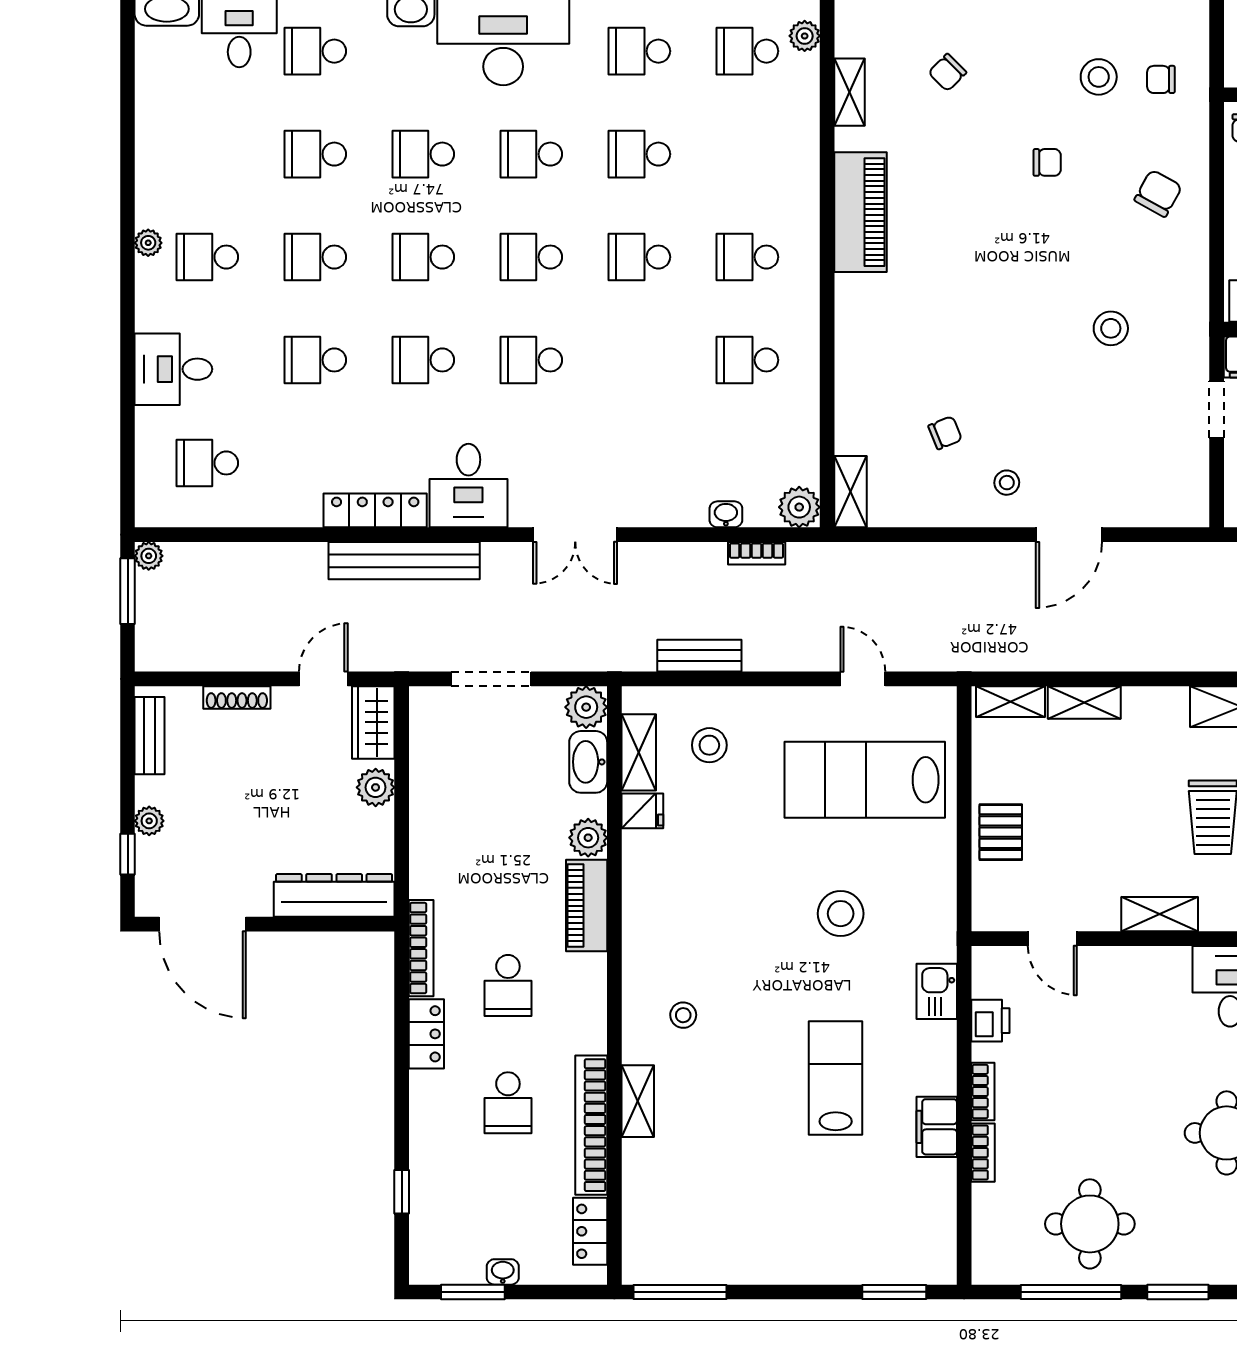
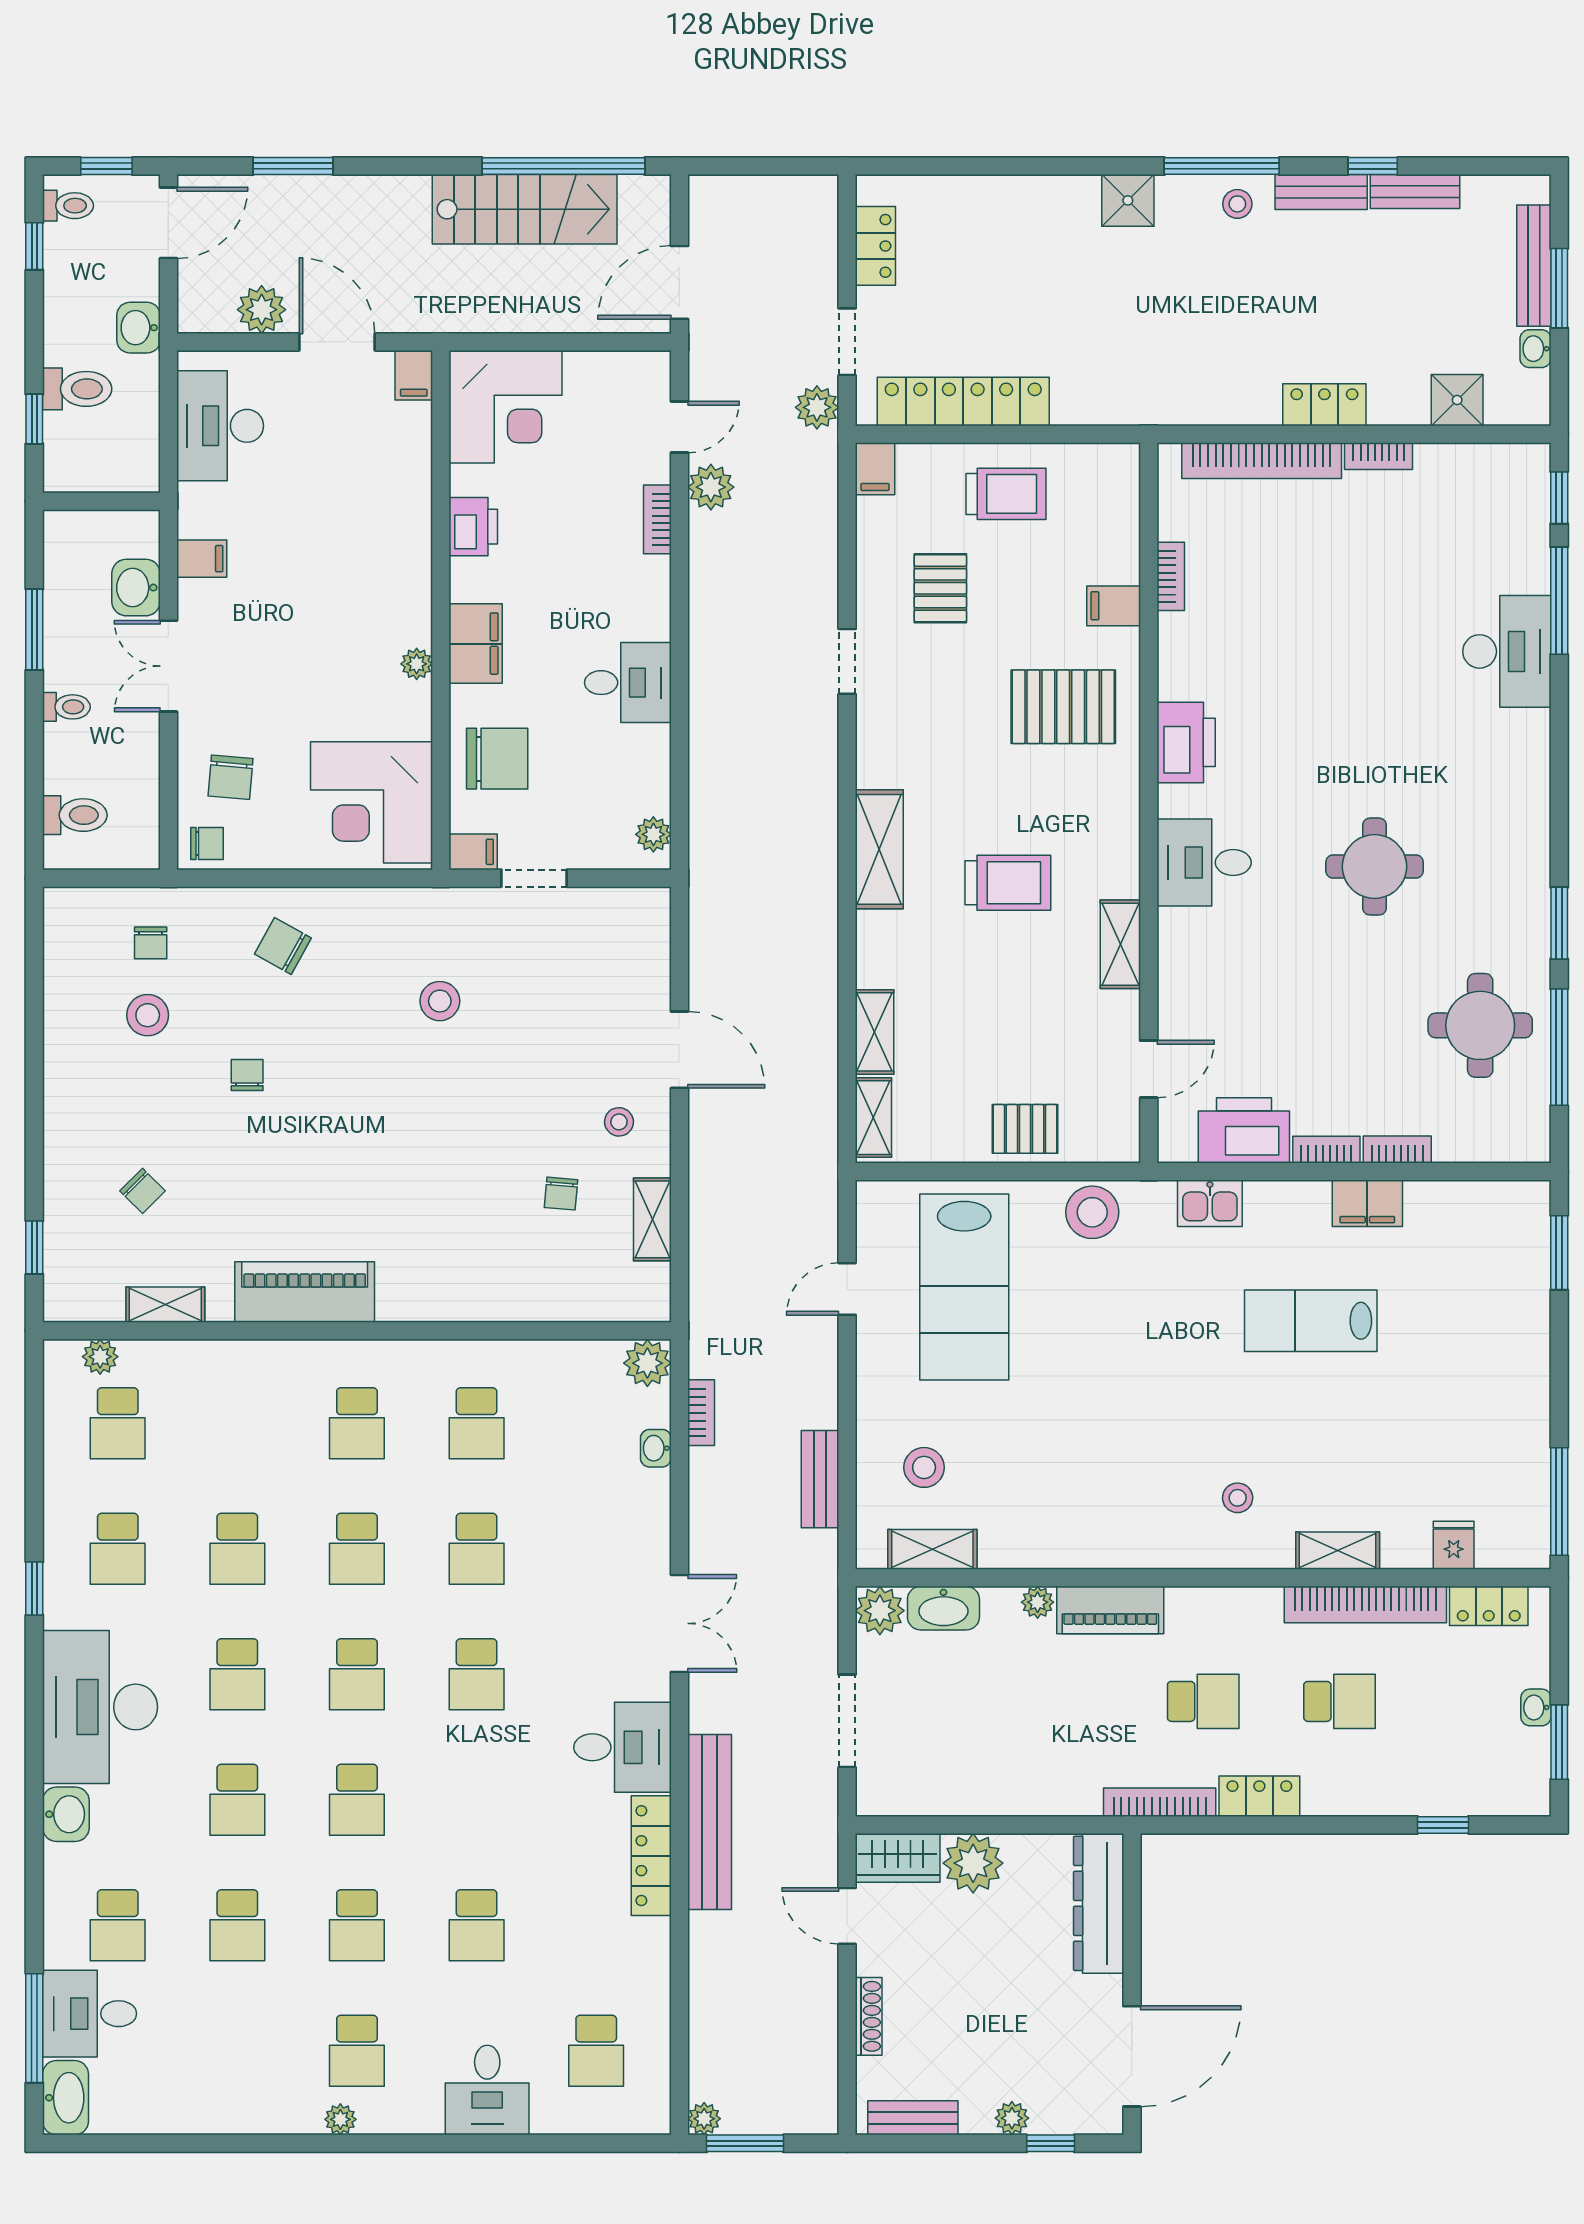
school desk: (423, 360) -> (477, 1549), moved
chair: (945, 433) -> (561, 1194), turned -153
shelving: (850, 492) -> (652, 1219), moved, turned 90
plant: (376, 787) -> (973, 1863), width x1.36, depth x1.36
fridge: (642, 811) -> (1454, 1545), moved
plant: (588, 838) -> (1038, 1602), width x0.73, depth x0.73
stool: (841, 914) -> (1092, 1212), moved
printer: (990, 1021) -> (1244, 1130), width x1.87, depth x1.48

